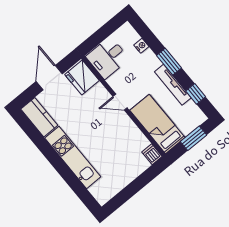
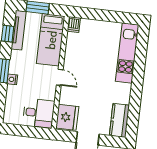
nightstand: (141, 46) -> (12, 79), moved
tv unit: (173, 85) -> (19, 30), moved
kitchen unit: (73, 157) -> (127, 53), moved

